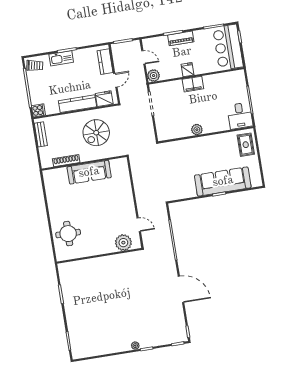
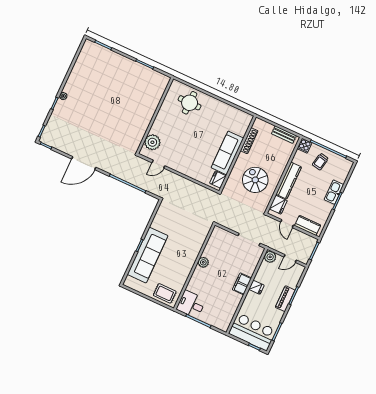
trolley: (35, 65) -> (320, 162), moved
fridge: (117, 165) -> (218, 180), added

